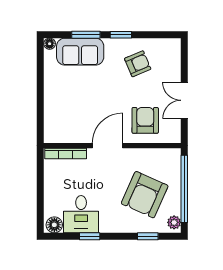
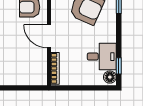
window: (90, 236) -> (119, 66), moved

